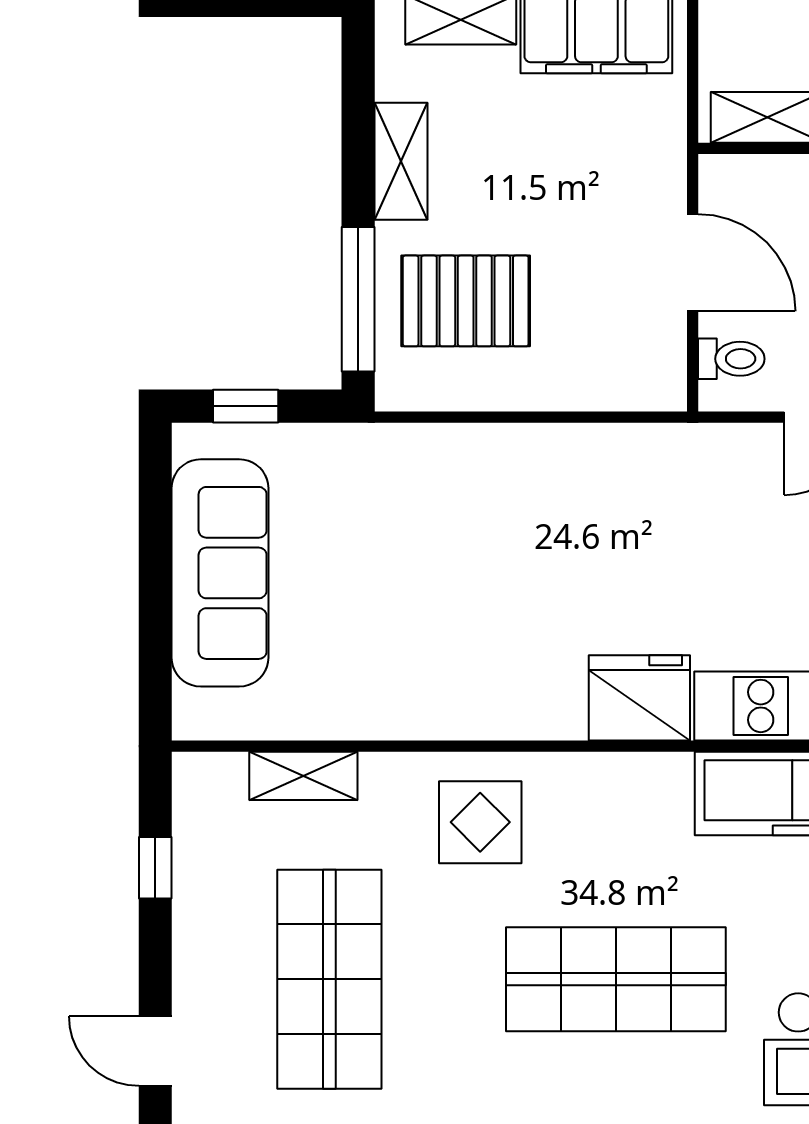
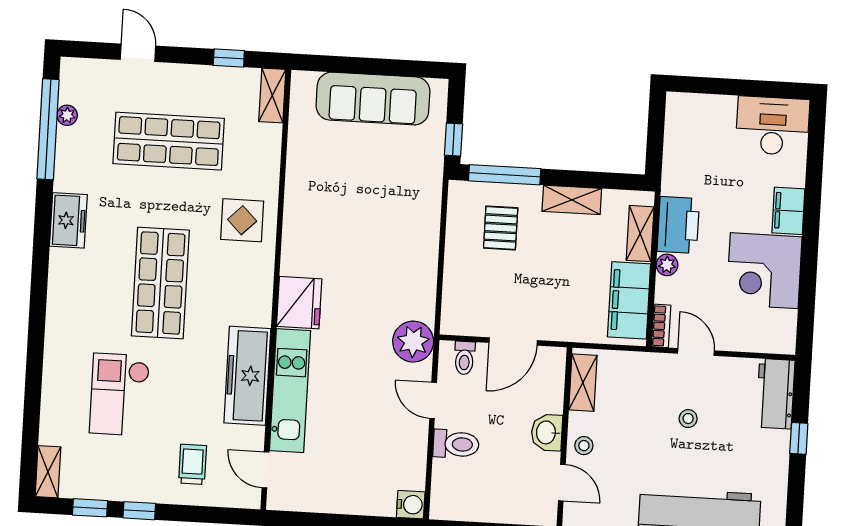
pallet: (466, 301) -> (501, 228), width x0.67, depth x0.71
window: (246, 406) -> (454, 140), moved
plant: (704, 464) -> (413, 342), added
shelving: (303, 776) -> (272, 96), moved
door: (155, 1051) -> (138, 53), hinge flipped

